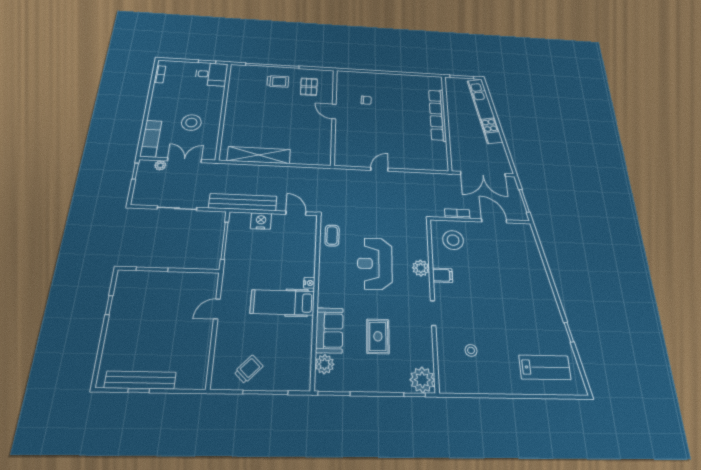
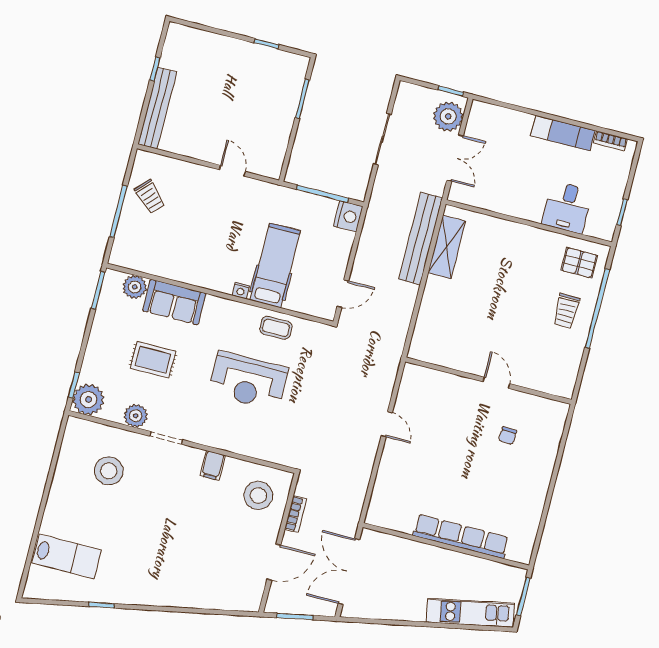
desk: (211, 74) -> (567, 207), moved
pallet: (309, 87) -> (579, 263), moved
kitchen unit: (485, 111) -> (470, 613), width x0.73
door: (334, 112) -> (496, 383), hinge flipped
stool: (191, 123) -> (516, 175), removed
exam couch: (151, 139) -> (563, 133), moved
shelving: (259, 155) -> (447, 247), width x0.68
plant: (160, 165) -> (448, 116), width x1.88, depth x1.88
bench: (243, 202) -> (421, 239), moved
nightstand: (261, 221) -> (348, 216), moved
coffee table: (332, 236) -> (276, 328), moved
reception desk: (375, 264) -> (248, 381), turned 180
plant: (421, 268) -> (136, 416), moved
hospital bed: (282, 302) -> (275, 265), moved
stool: (471, 350) -> (109, 471), width x1.89, depth x1.89
lab bench: (545, 367) -> (67, 557), turned -90
bench: (140, 380) -> (157, 108), moved

